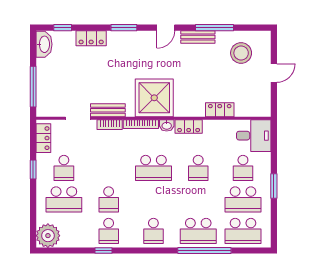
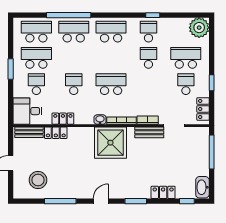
bench: (198, 37) -> (29, 132), moved
locker: (189, 127) -> (63, 119), moved
school desk: (153, 231) -> (111, 32), width x1.85

